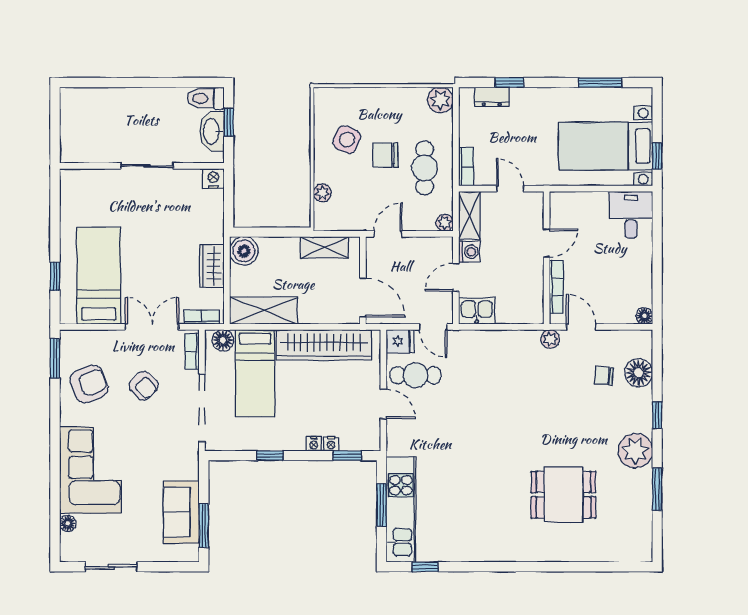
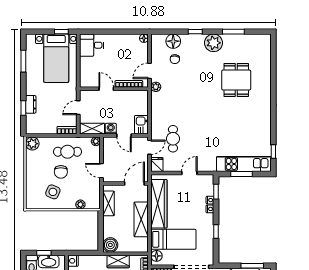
dresser: (492, 97) -> (31, 104), moved
shelving: (264, 311) -> (141, 219), moved
cafe table: (416, 375) -> (173, 139), moved

